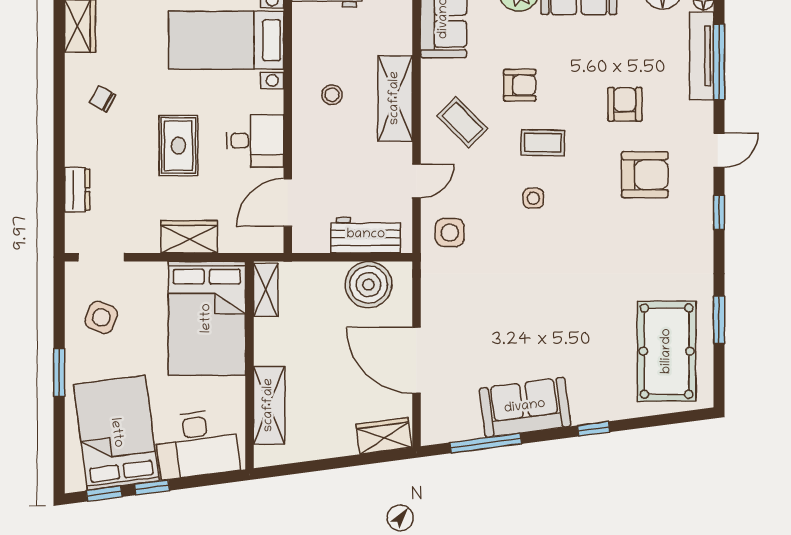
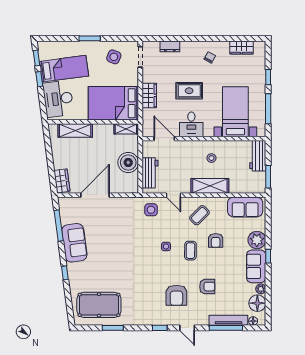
boiler: (368, 285) -> (128, 162), moved
bed: (116, 433) -> (64, 69), width x0.67

